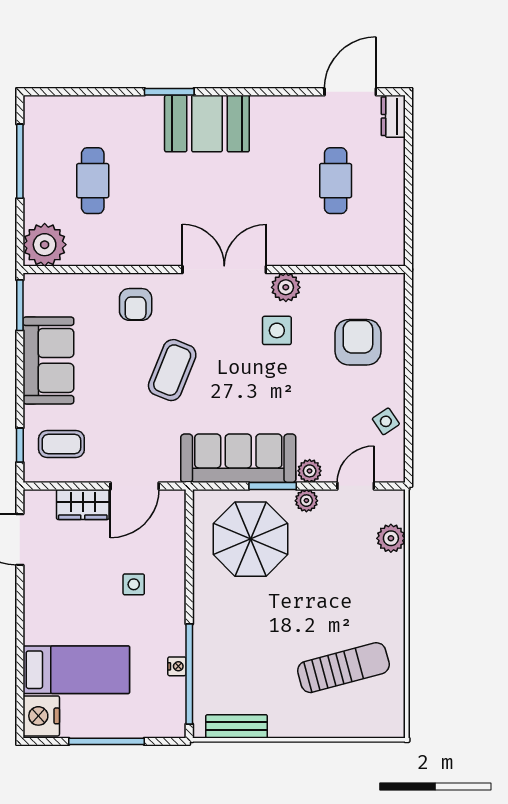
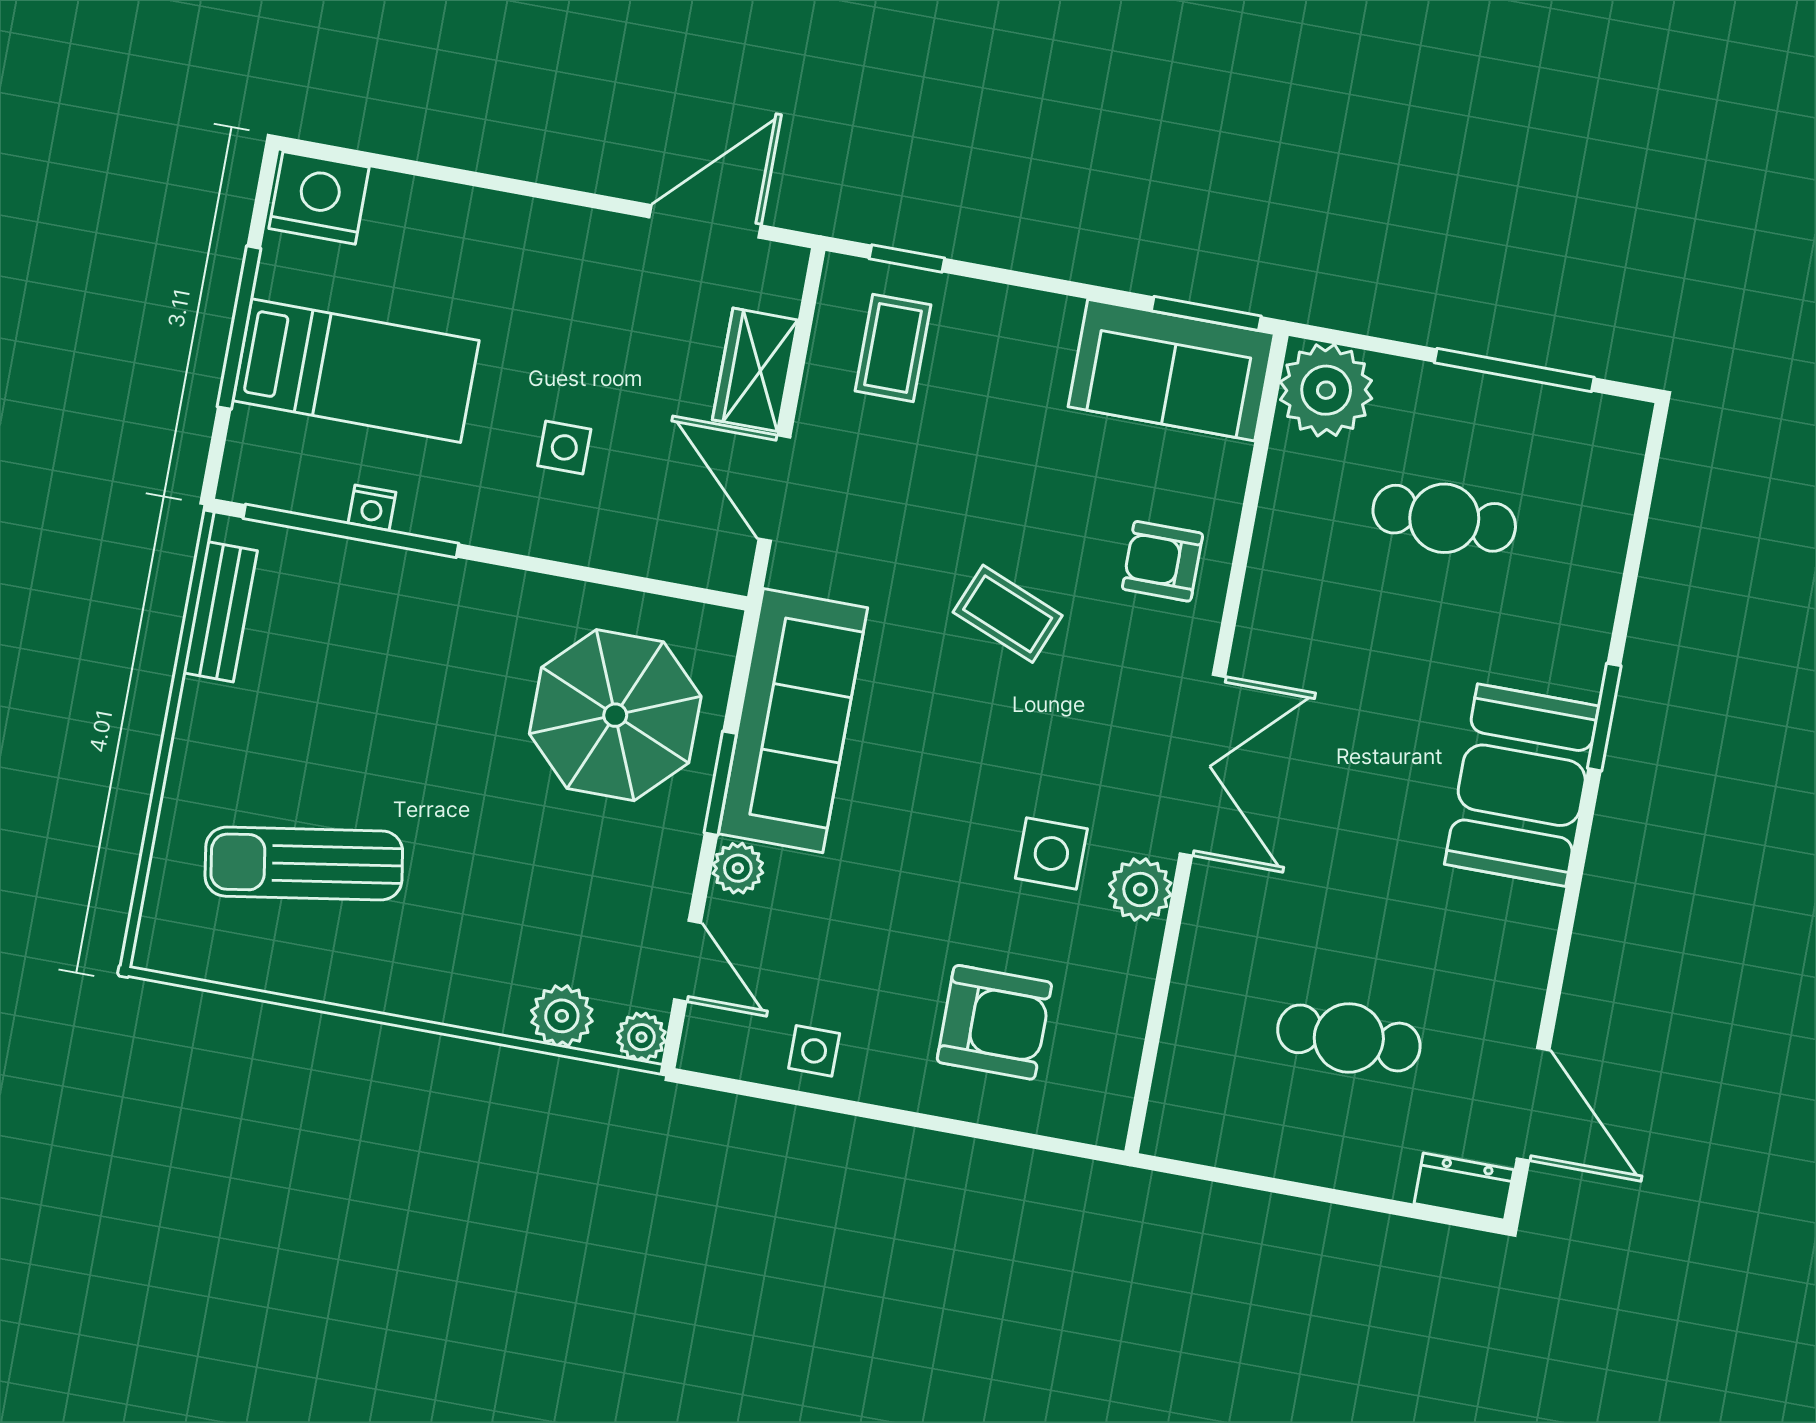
sofa: (48, 360) -> (1171, 370), moved
coffee table: (172, 370) -> (1008, 614), width x0.73, depth x0.77
side table: (386, 421) -> (814, 1051), turned 34
plant: (306, 501) -> (641, 1037), moved
sun lounger: (343, 668) -> (304, 864), turned 96
bed: (76, 670) -> (356, 371), moved, turned -90

